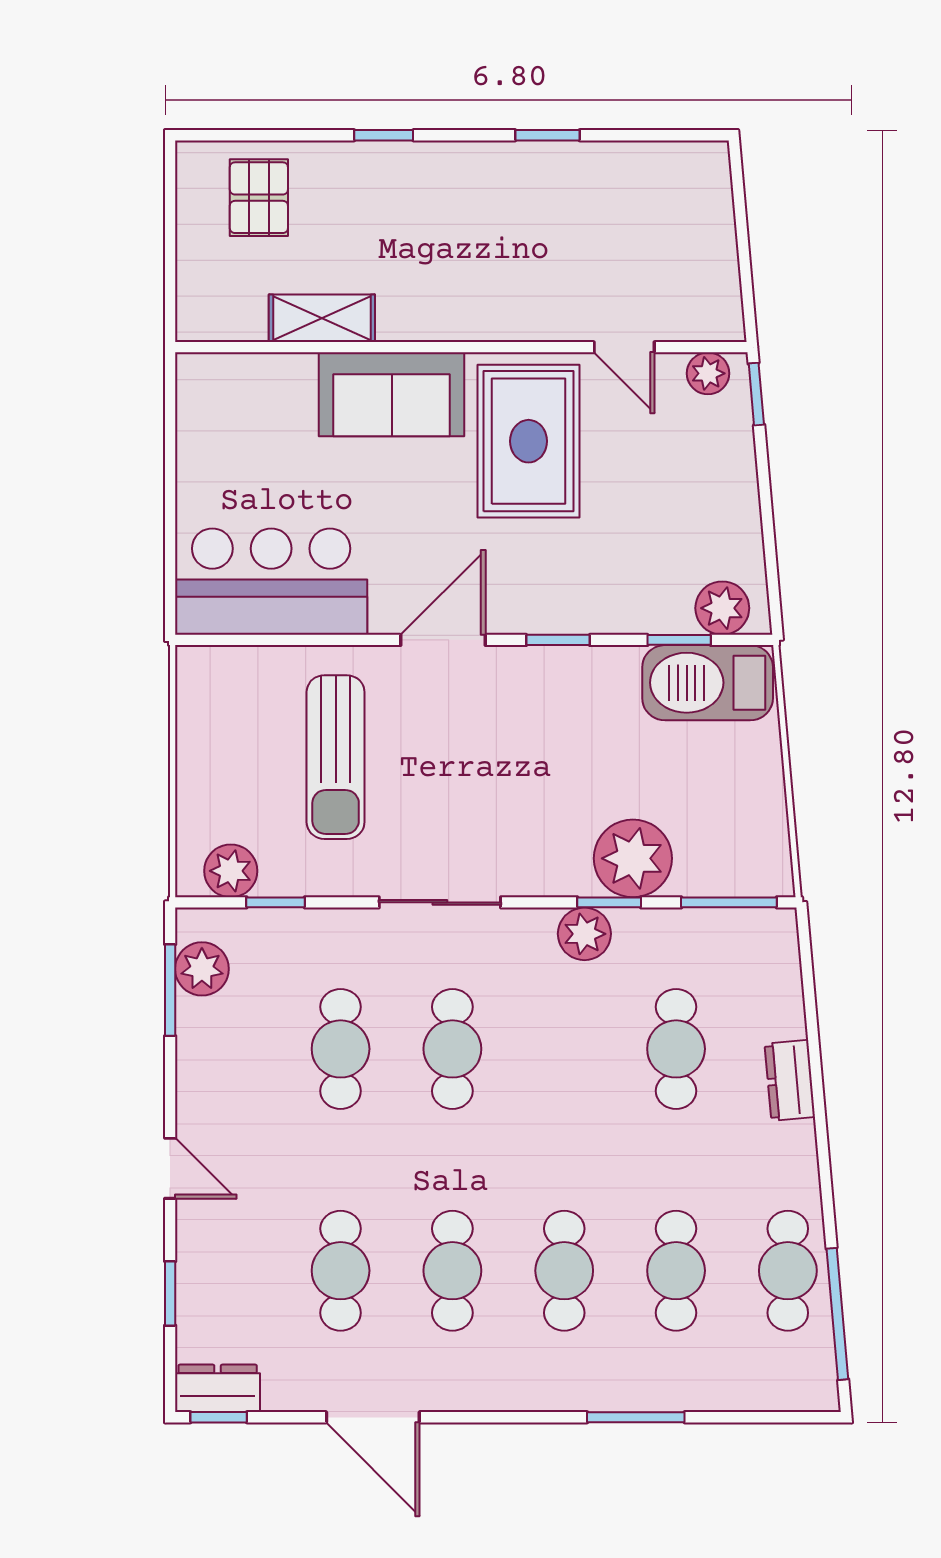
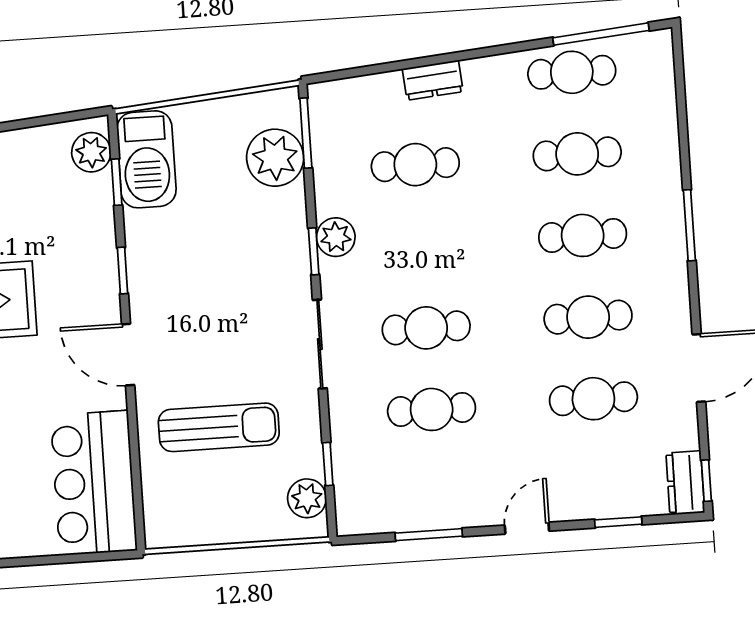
plant: (633, 858) -> (275, 158), moved
window: (609, 902) -> (314, 251), moved
plant: (202, 969) -> (380, 515), removed
window: (170, 990) -> (429, 535), moved
window: (636, 1417) -> (689, 225), moved

